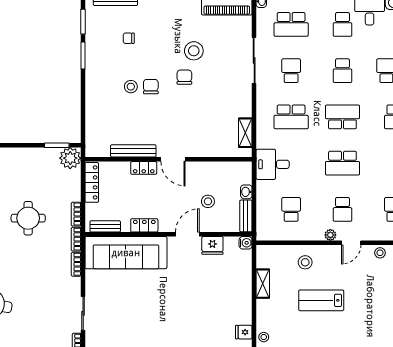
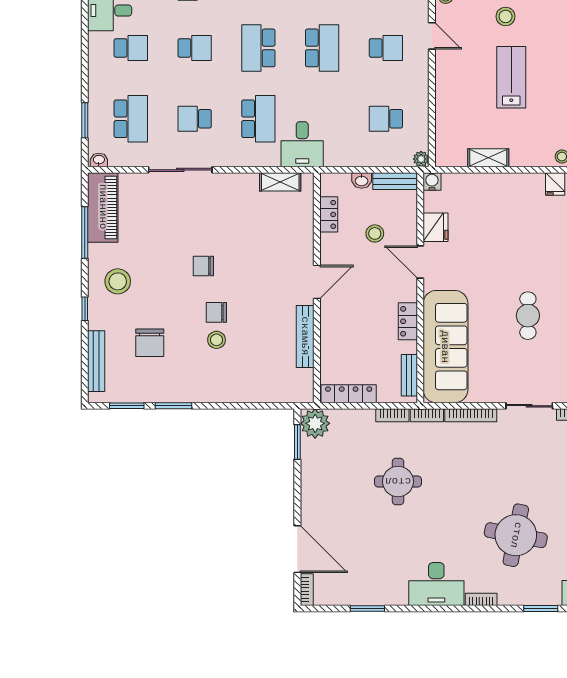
chair: (129, 38) -> (150, 343), width x1.87, depth x1.87
stool: (194, 51) -> (118, 281), moved
desk: (273, 164) -> (302, 144), moved
locker: (144, 168) -> (329, 214), moved
plant: (330, 235) -> (421, 159), moved
stool: (305, 262) -> (506, 16), moved
bookcase: (76, 264) -> (471, 415), width x1.56
lab bench: (321, 300) -> (511, 77), turned 180
cafe table: (148, 312) -> (528, 316), added

